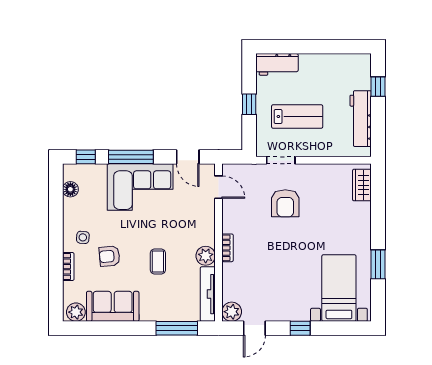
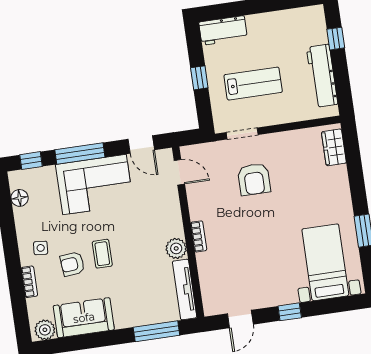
coffee table: (158, 262) -> (102, 254), moved
plant: (232, 312) -> (213, 305), removed

